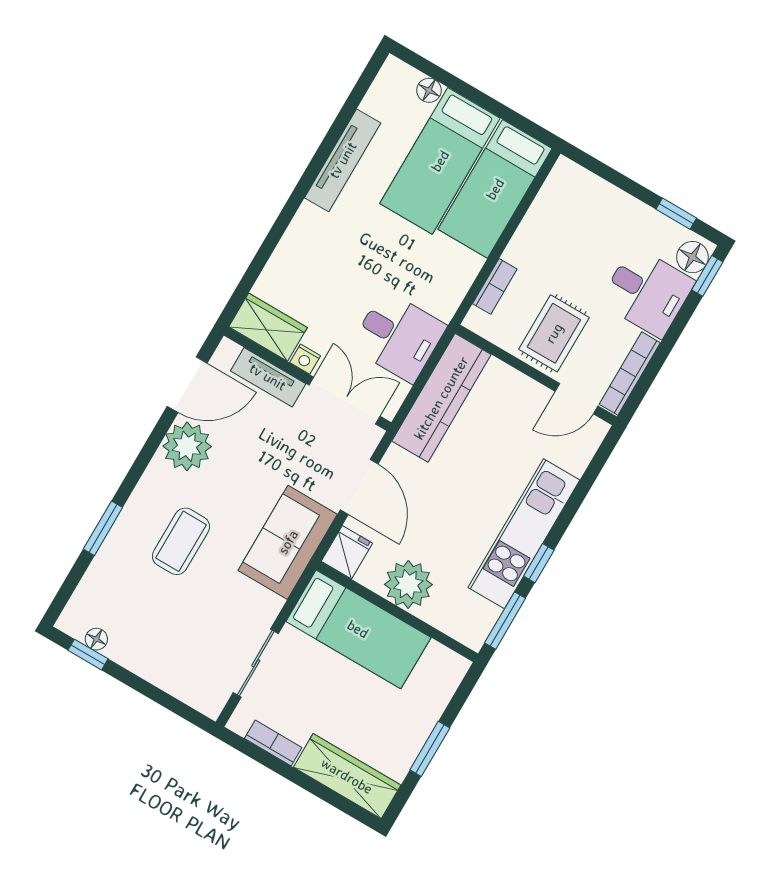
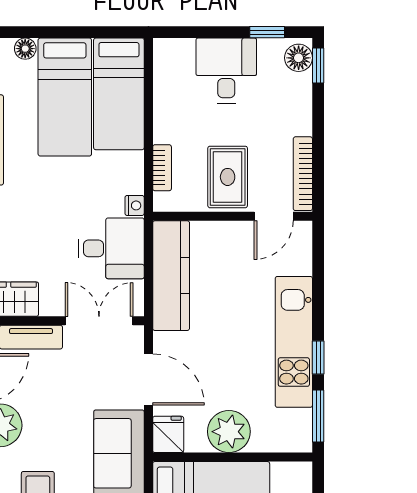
desk: (647, 292) -> (226, 71), moved, turned -90
nightstand: (305, 359) -> (135, 205), moved, turned -90

